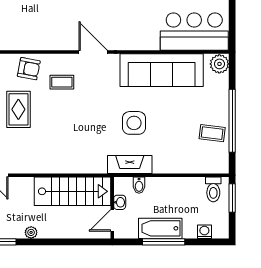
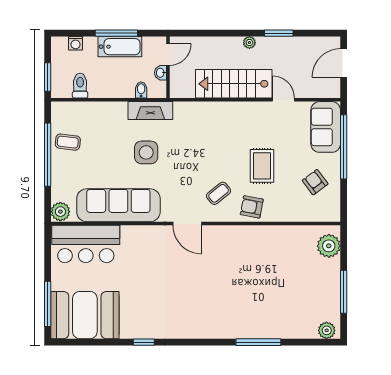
coffee table: (62, 82) -> (219, 193), turned -39
toilet: (213, 189) -> (80, 86), moved
stairs: (72, 191) -> (234, 84), moved

